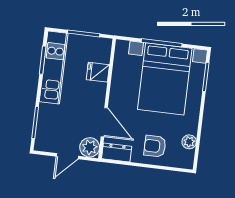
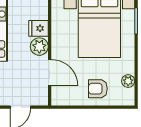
plant: (90, 147) -> (39, 47), moved
dresser: (117, 152) -> (64, 98), removed

